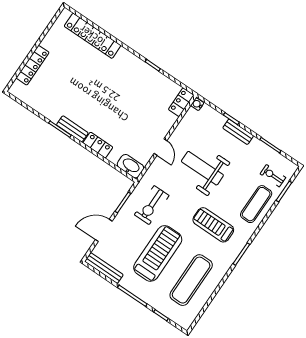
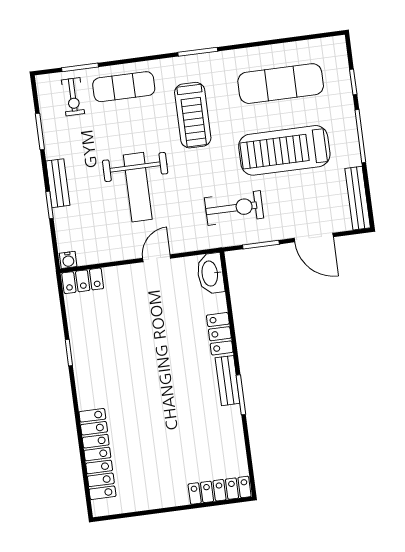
locker: (33, 65) -> (220, 490), moved

